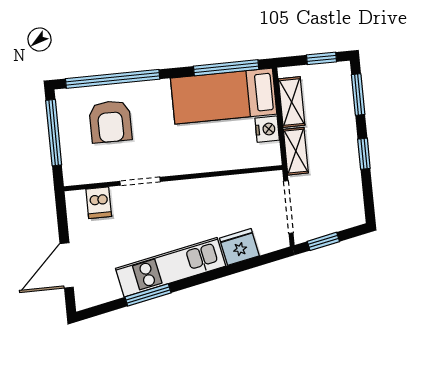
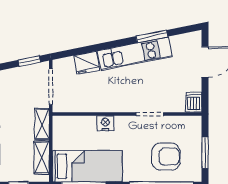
armchair: (110, 122) -> (166, 156), turned 90
nightstand: (267, 129) -> (105, 123), moved, turned 90
window: (54, 133) -> (205, 153), width x0.69
dishwasher: (99, 203) -> (194, 102), moved

